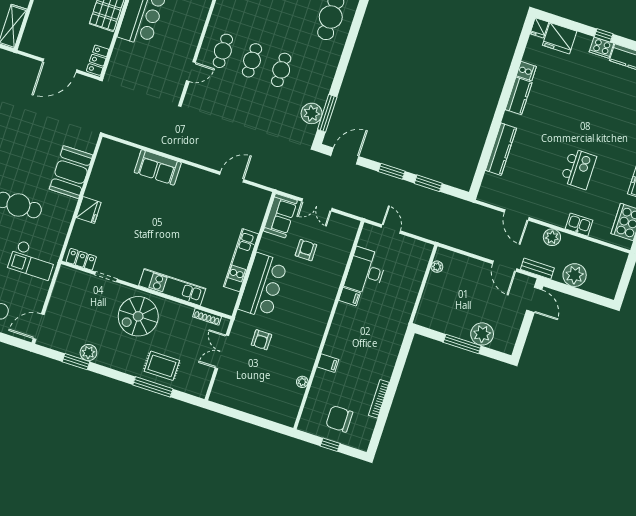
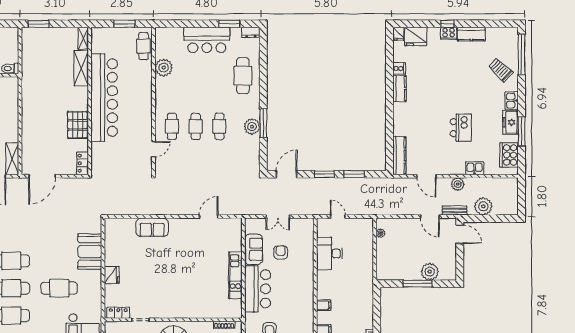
door: (60, 66) -> (42, 176), moved
plant: (312, 113) -> (252, 127), moved
window: (327, 113) -> (263, 123), moved
kitchen counter: (501, 149) -> (399, 156), moved
sofa: (280, 216) -> (254, 249), moved
kitchen unit: (172, 287) -> (191, 311), removed
filing cabinet: (350, 297) -> (324, 305), moved

